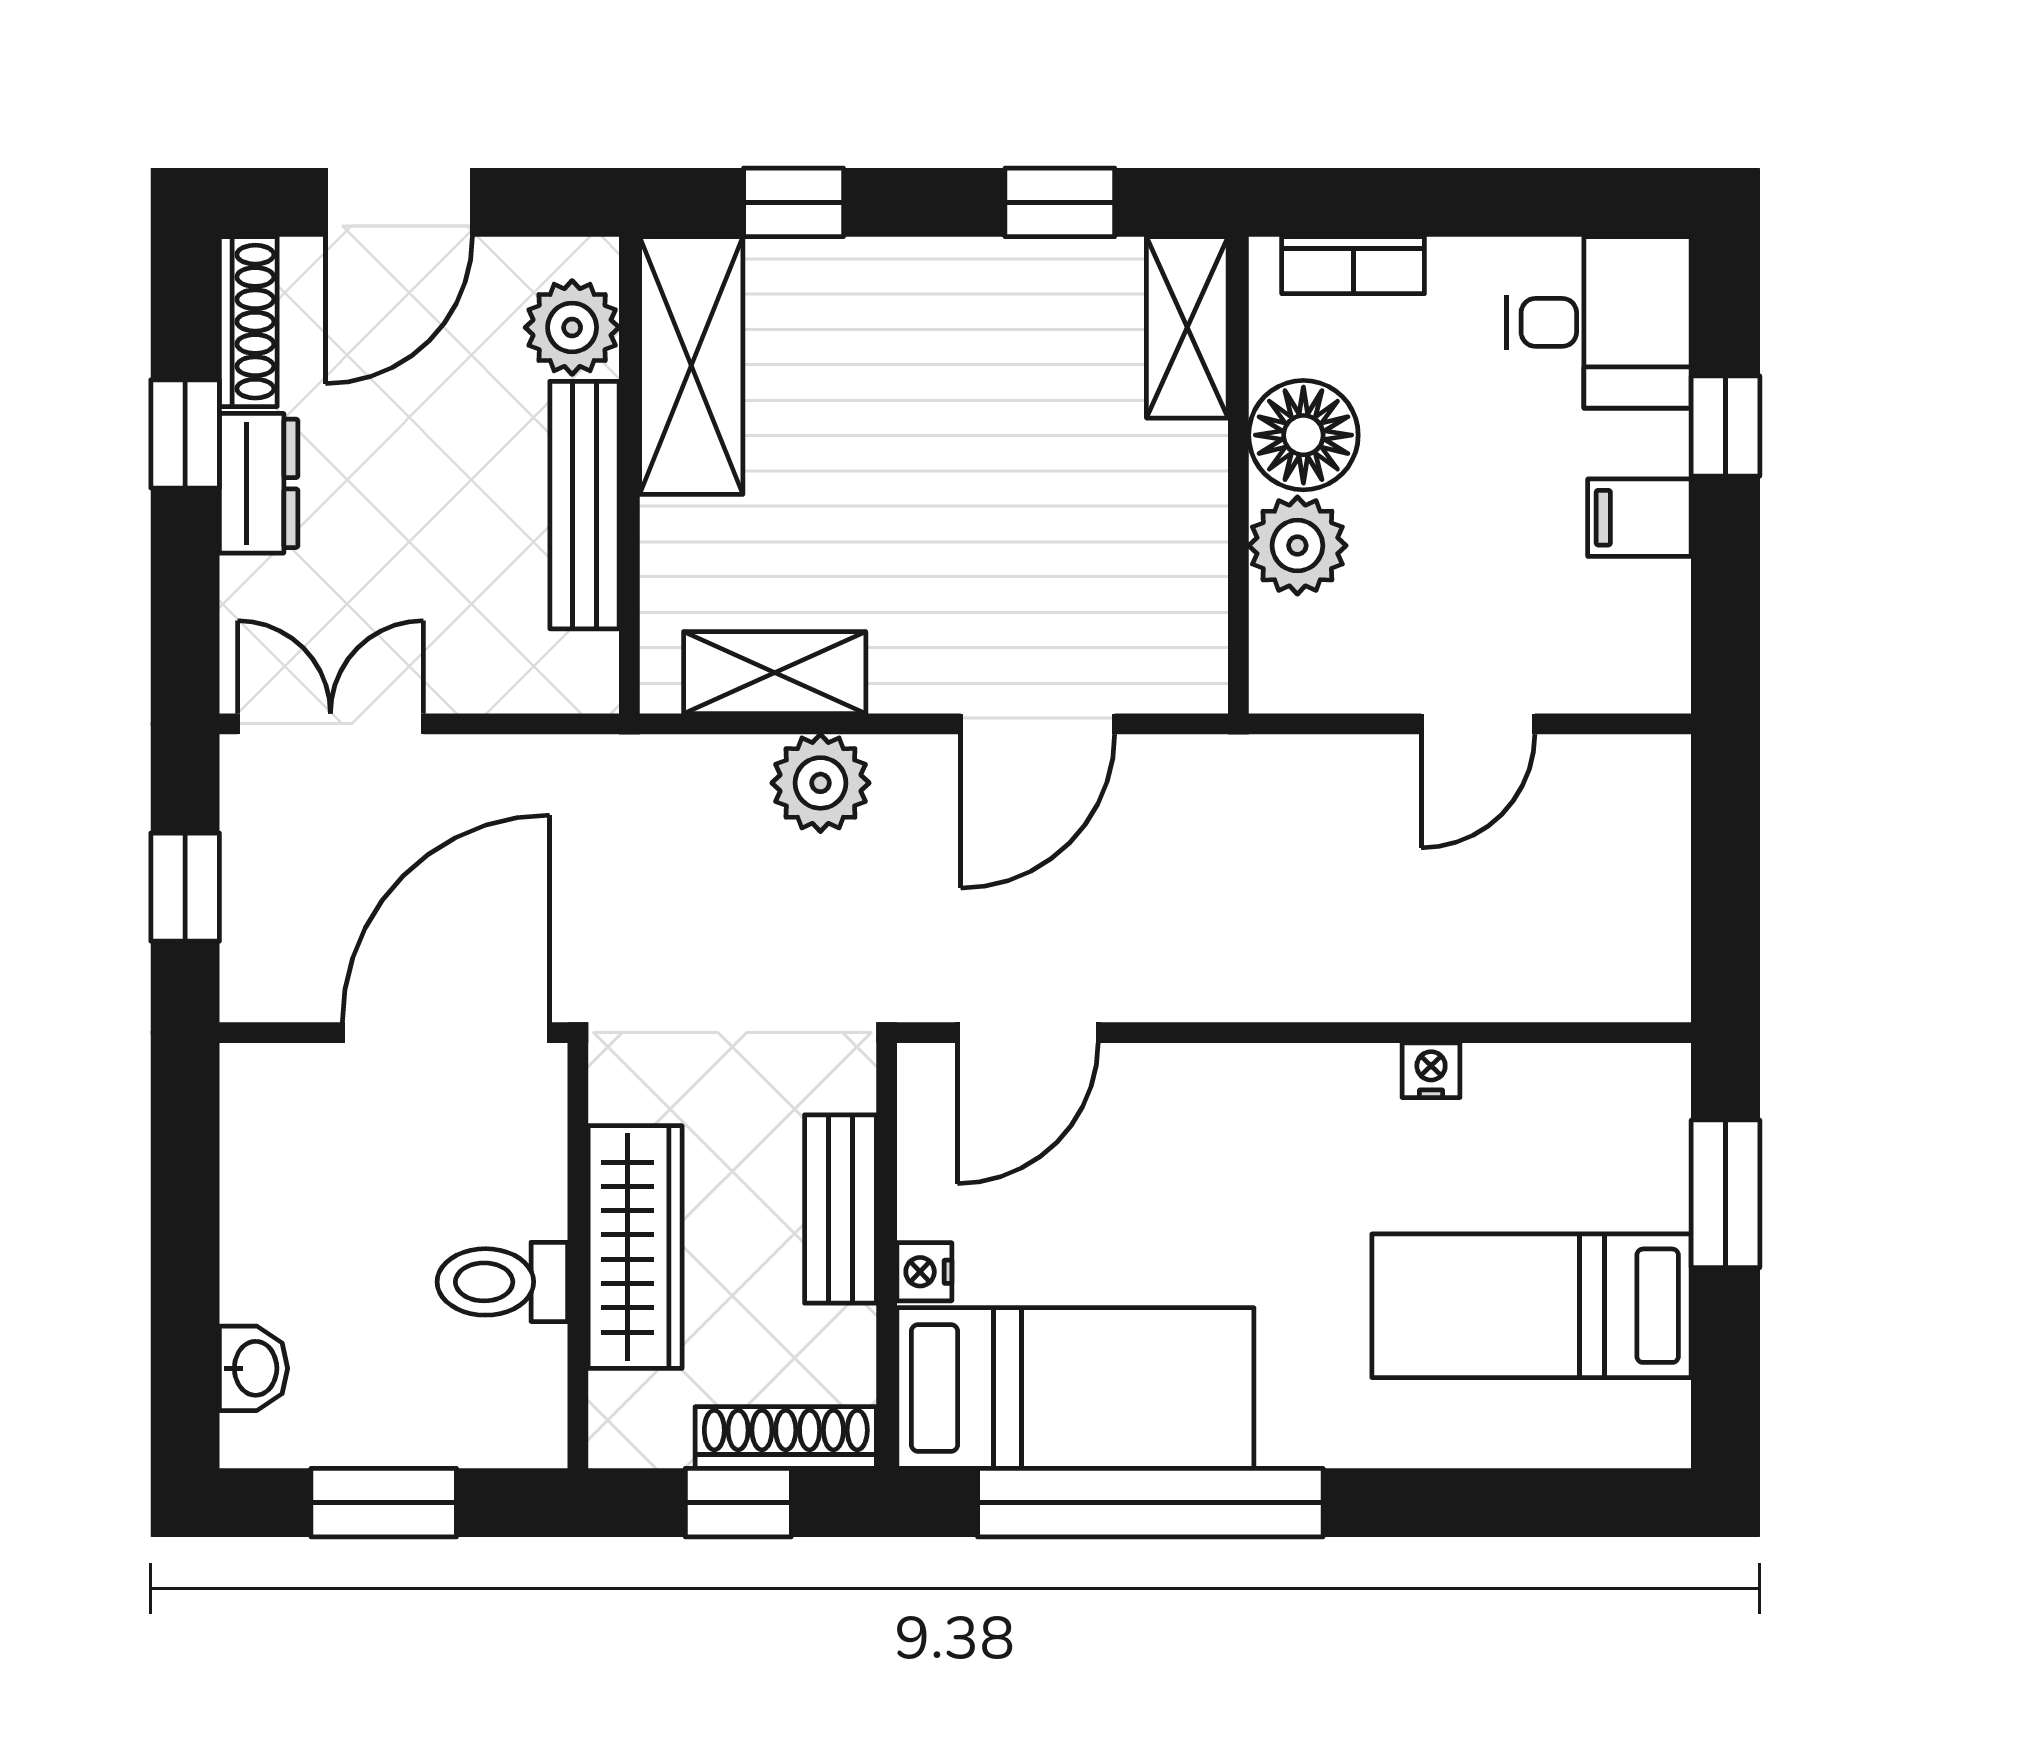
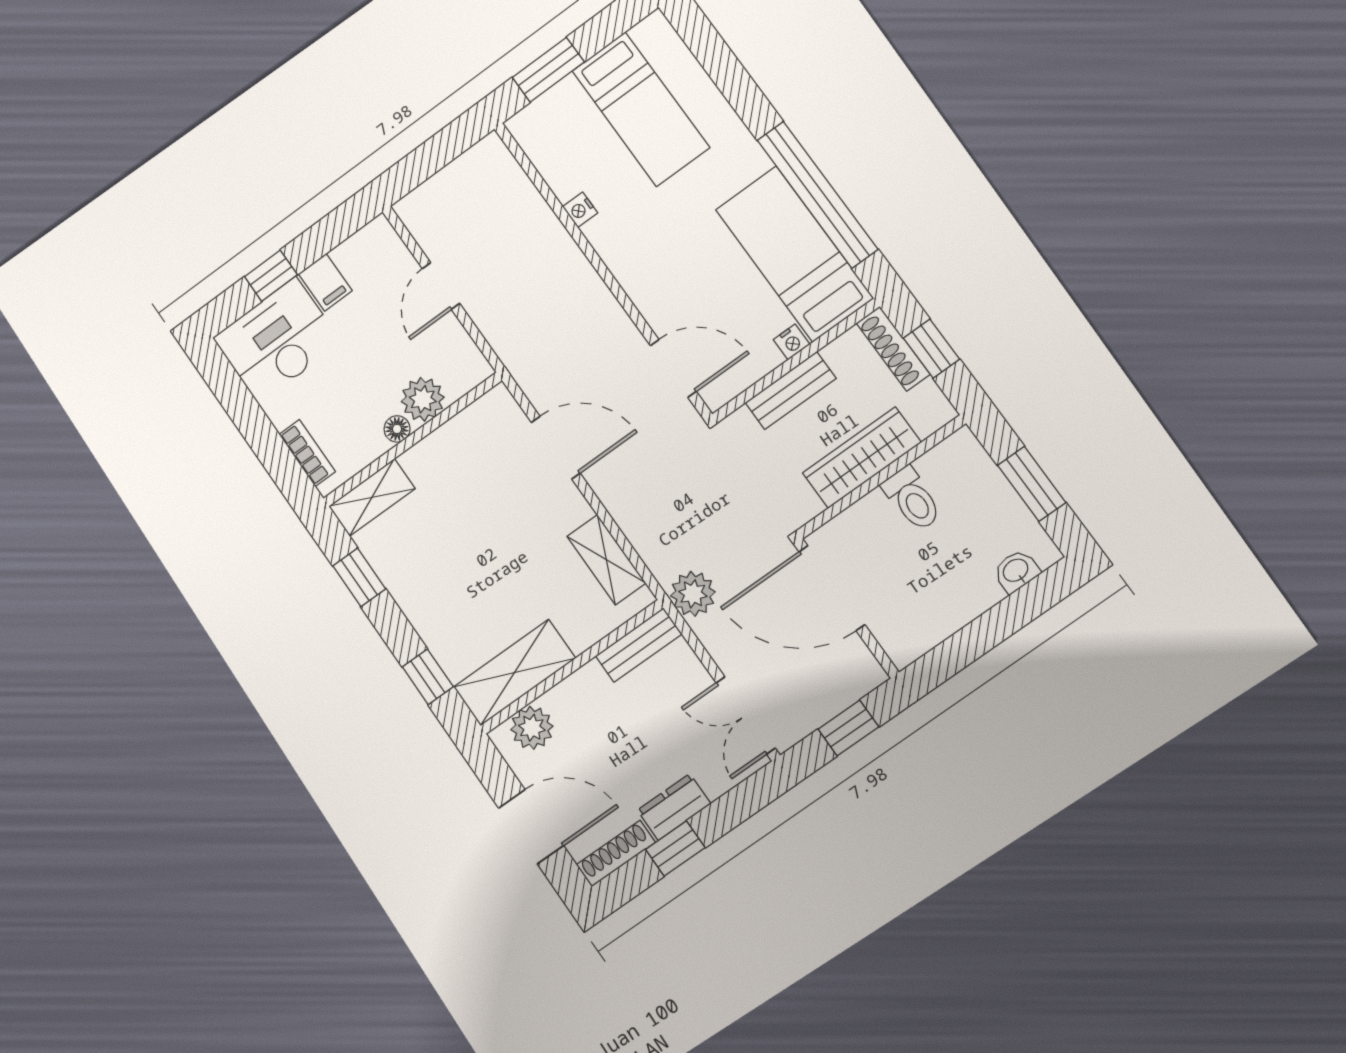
desk: (1599, 322) -> (277, 340), width x1.37
floor lamp: (1303, 435) -> (397, 429), width x0.53, depth x0.53
bench: (584, 505) -> (639, 645), moved, width x0.73
door: (1478, 724) -> (441, 286), swing flipped
plant: (820, 783) -> (693, 594), moved

